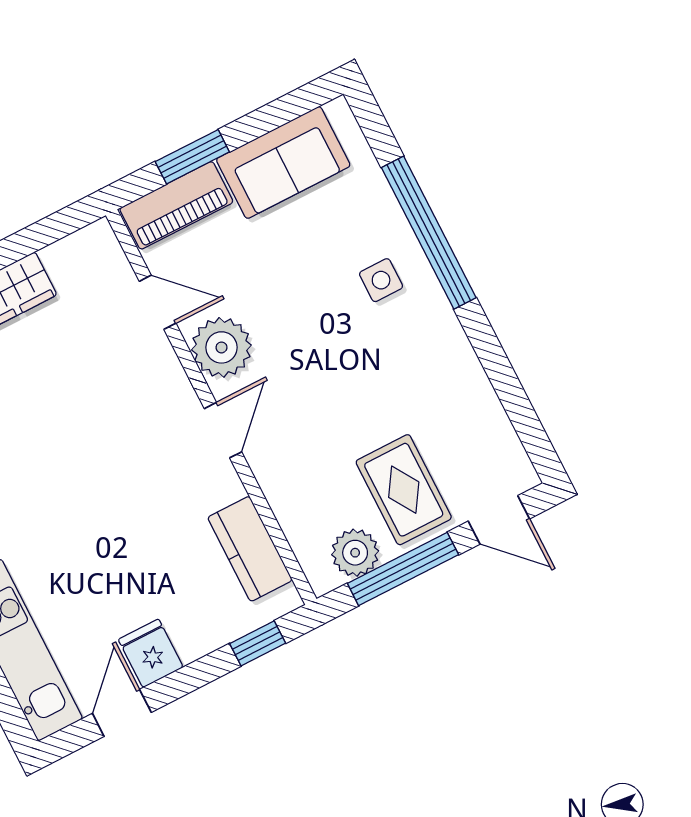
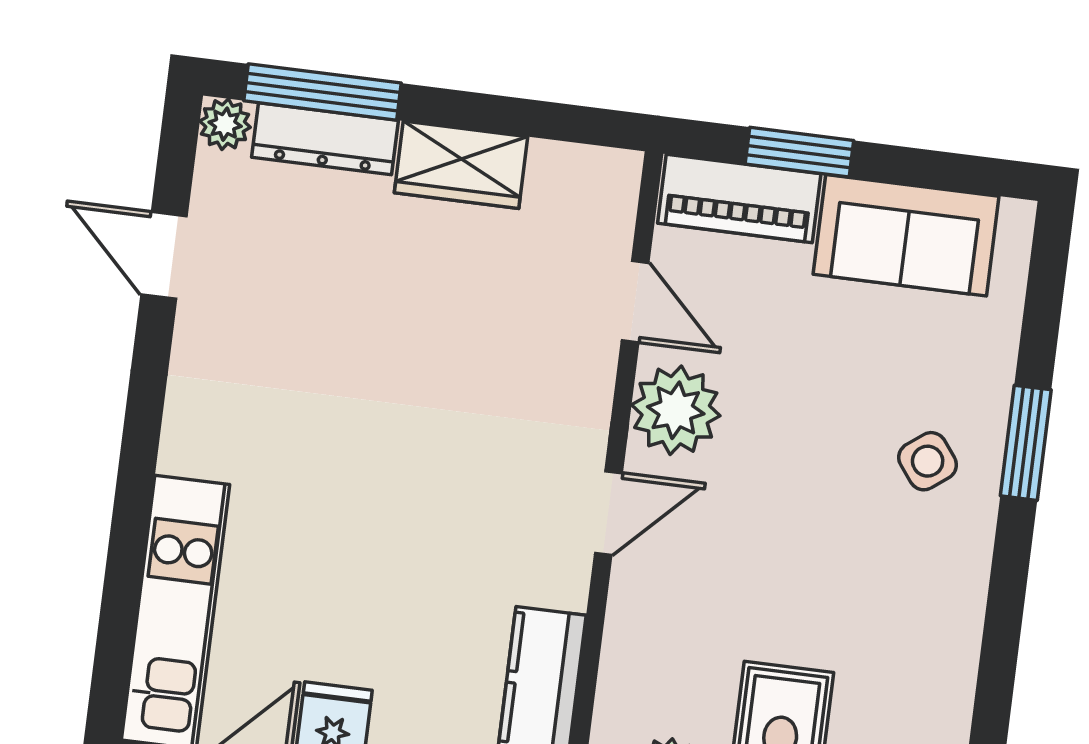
window: (429, 233) -> (1026, 443), width x0.47
side table: (381, 280) -> (928, 461), turned -37

